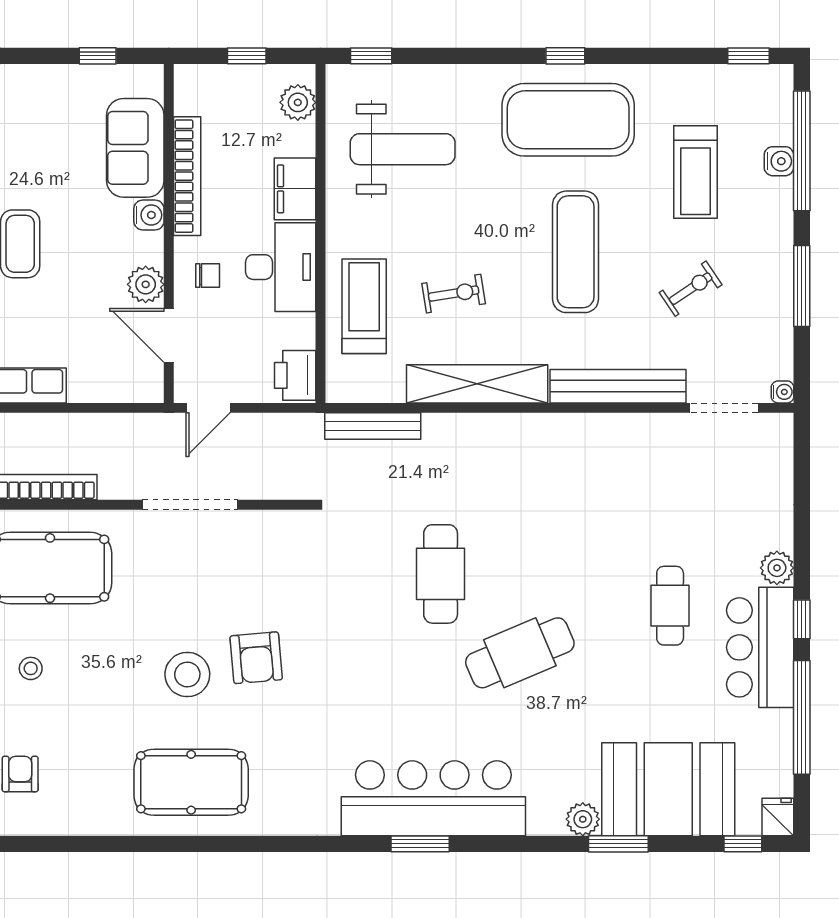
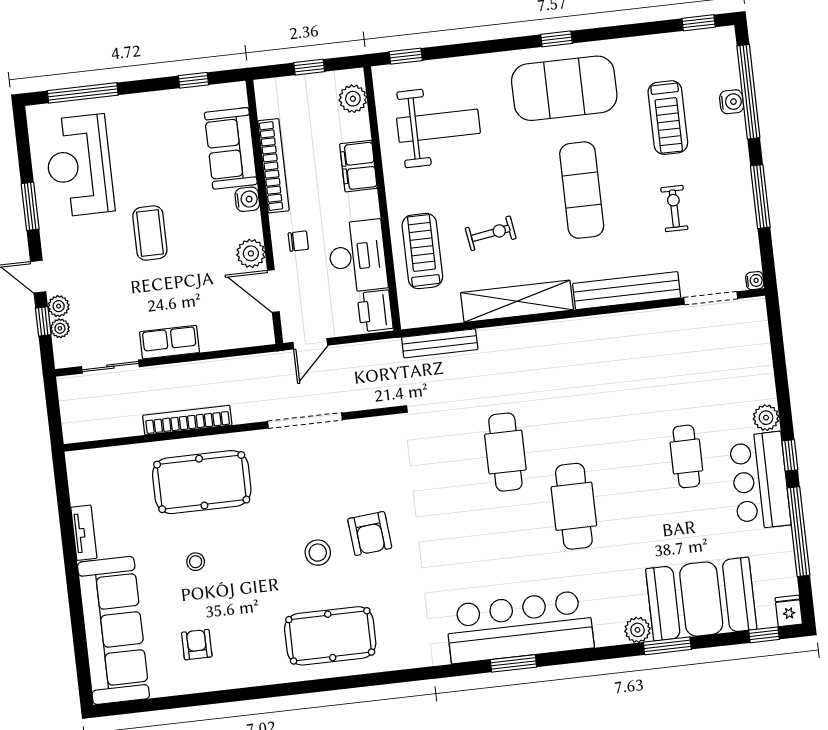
desk: (281, 267) -> (357, 256), moved
exercise bike: (691, 289) -> (674, 209), turned -56
cafe table: (520, 653) -> (574, 506), turned -67
stool: (187, 675) -> (318, 553), width x0.73, depth x0.73

